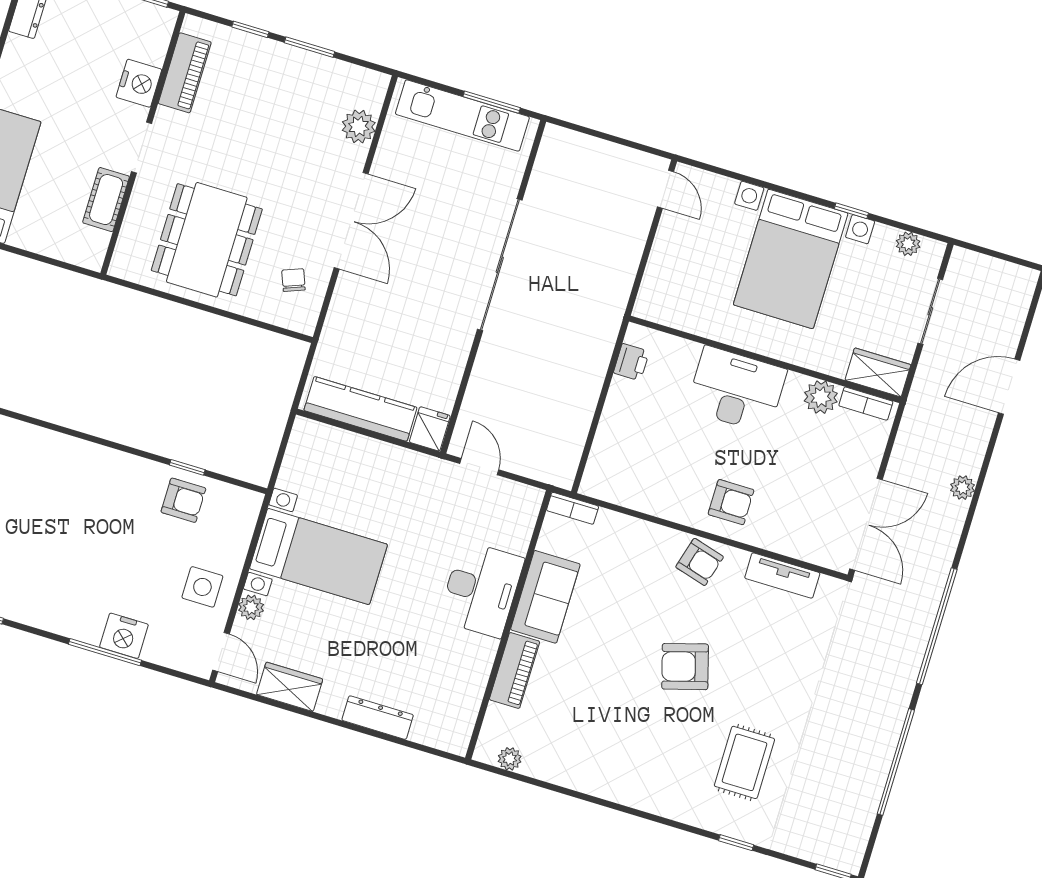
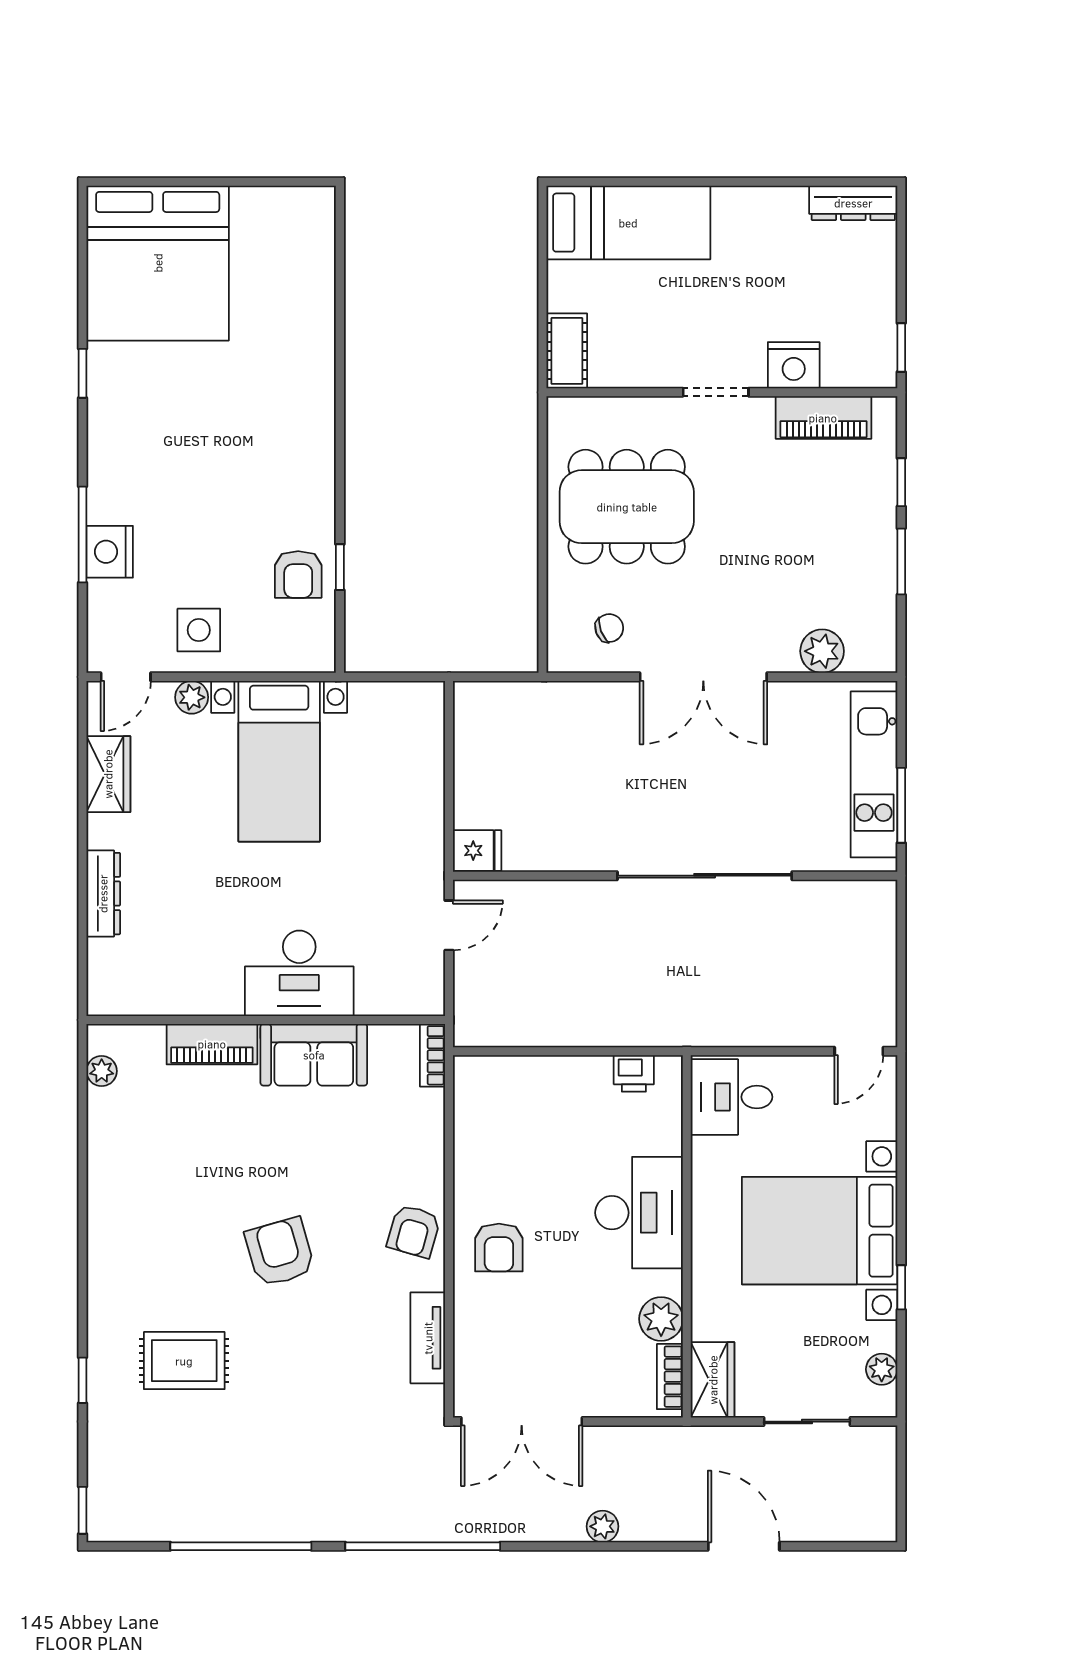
cot: (106, 200) -> (567, 351), moved, turned 90
desk: (671, 295) -> (732, 1097), added
kitchen counter: (360, 409) -> (476, 758), removed

